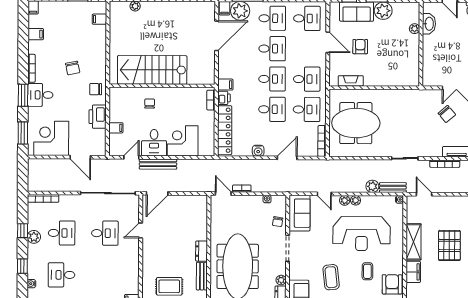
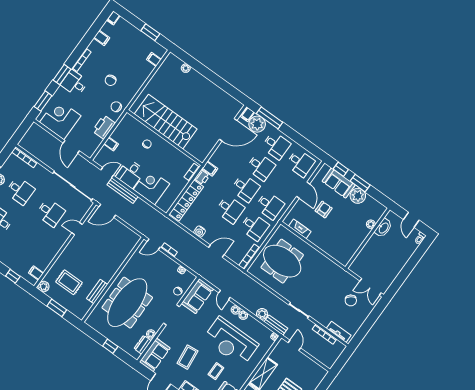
door: (223, 194) -> (154, 244), swing flipped
dresser: (201, 251) -> (109, 274), removed

